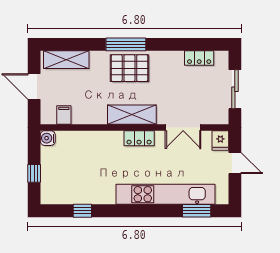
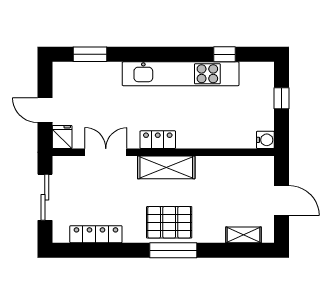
locker: (199, 58) -> (96, 234), width x1.53
shelving: (66, 60) -> (244, 235), width x0.67, depth x0.75
filing cabinet: (64, 115) -> (246, 167), removed
kitchen unit: (165, 194) -> (181, 74), moved

